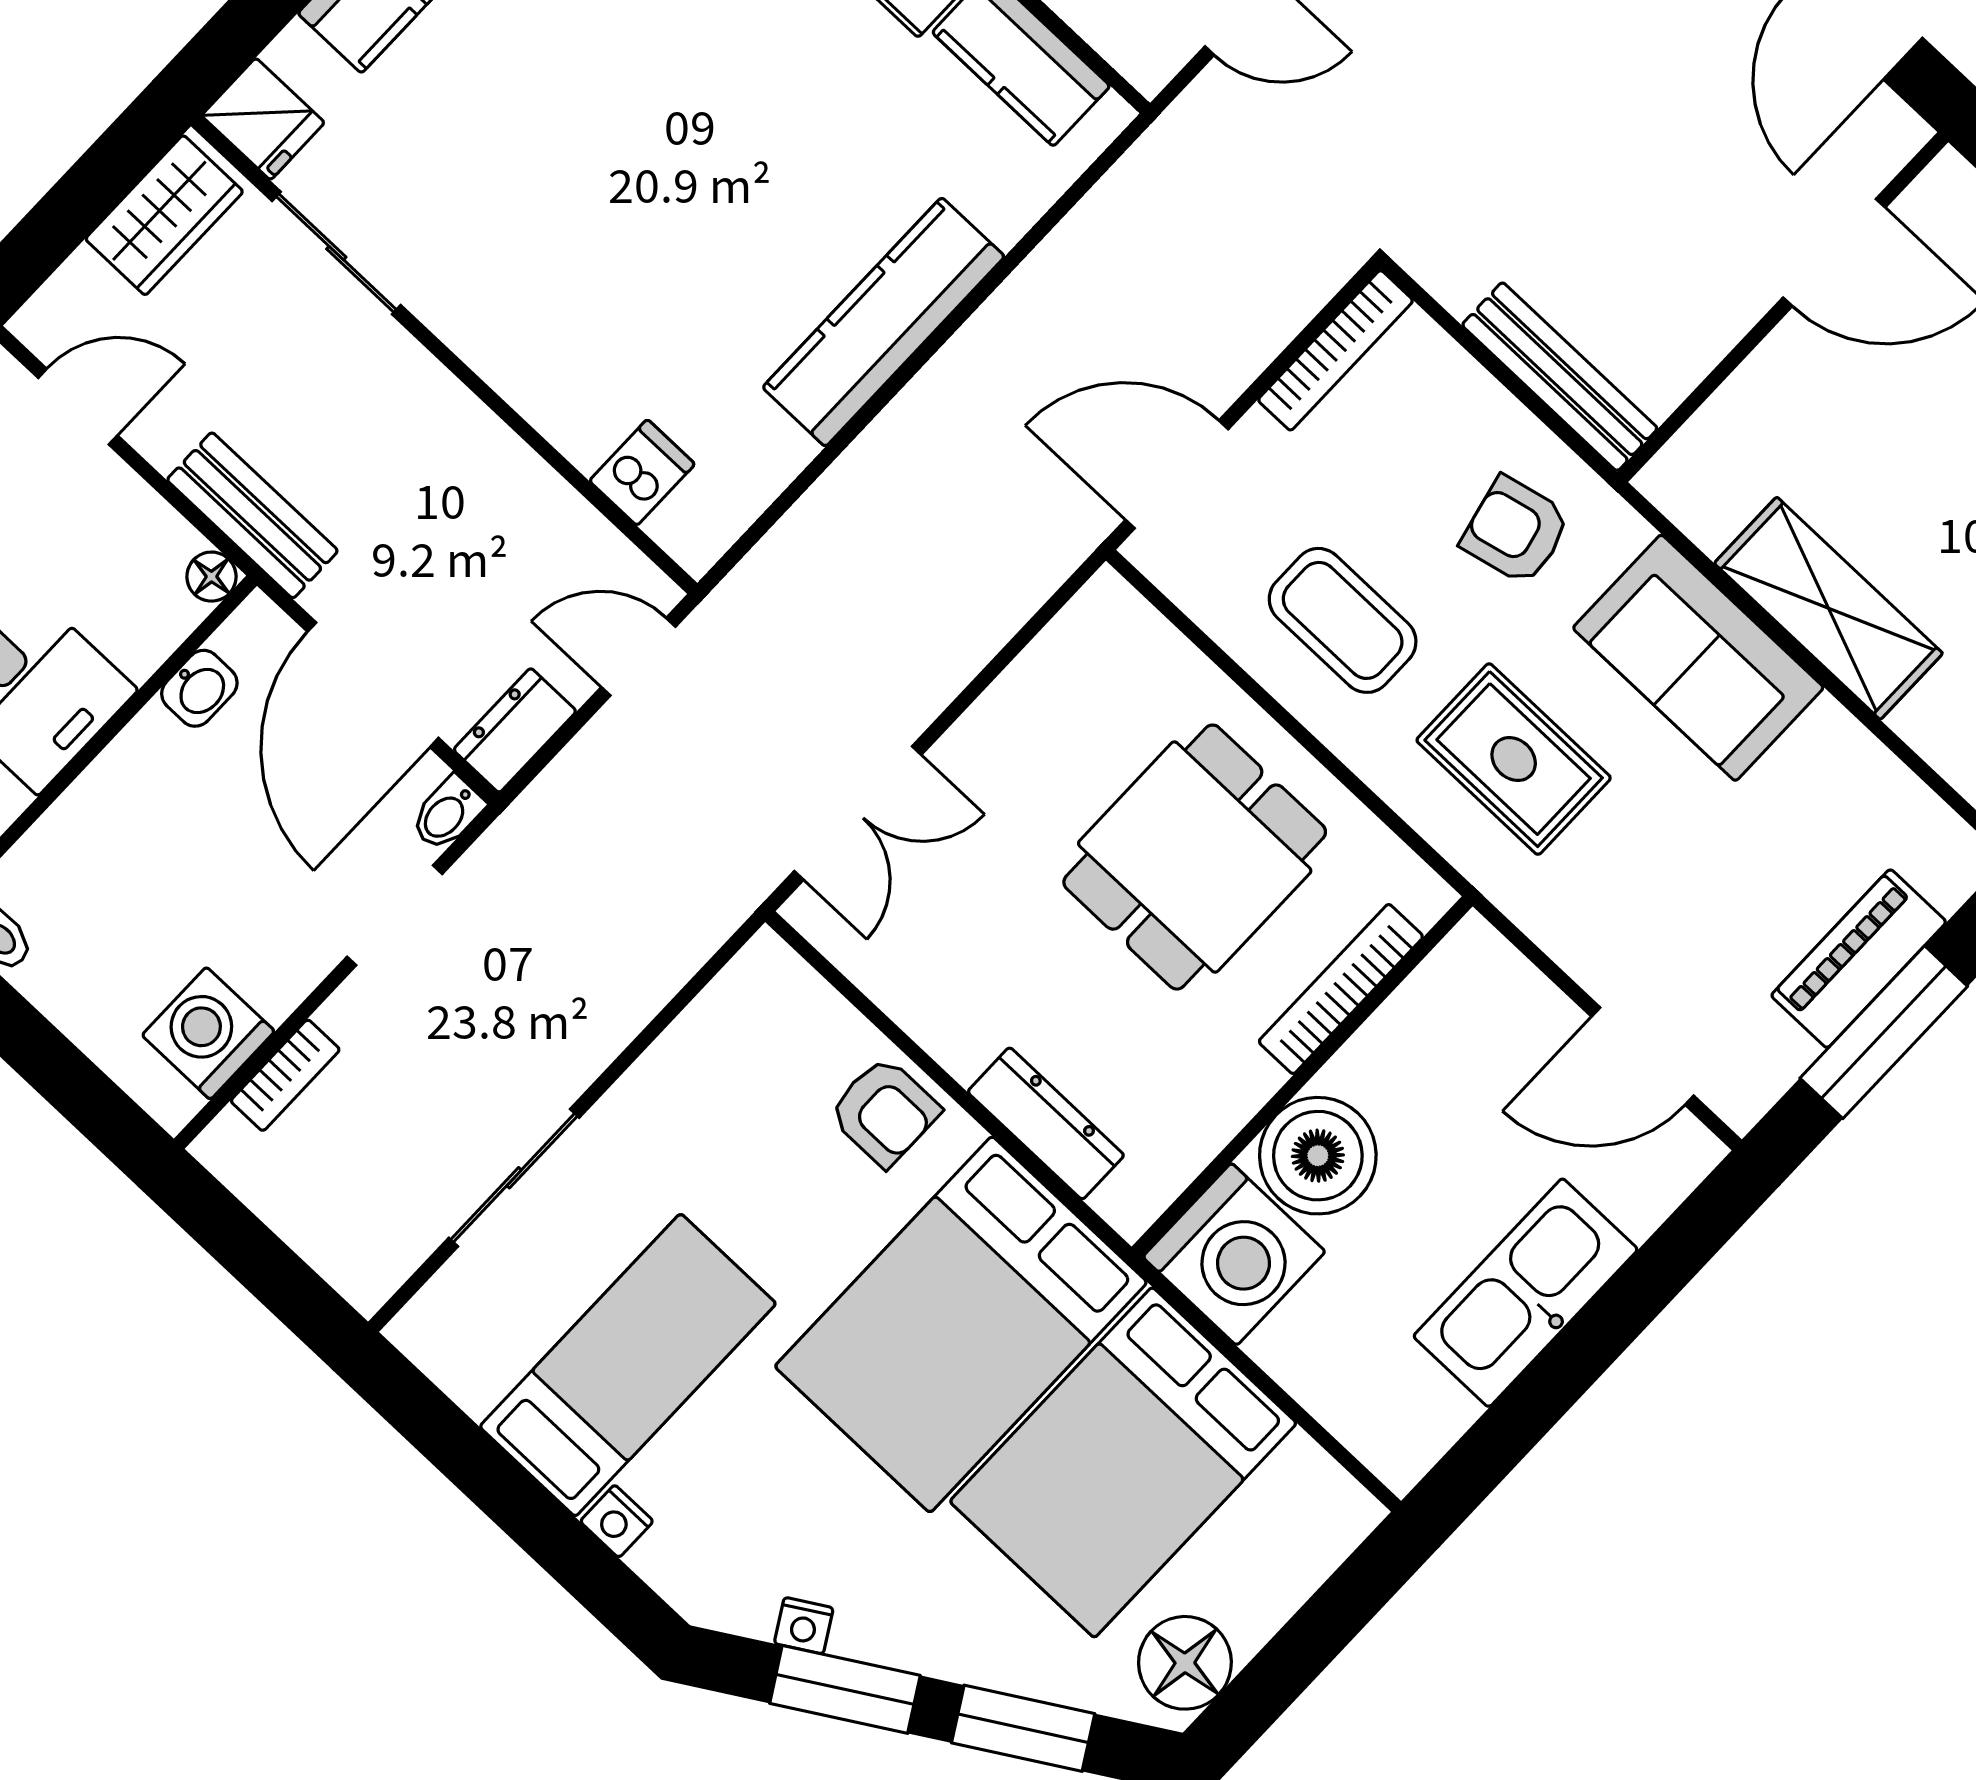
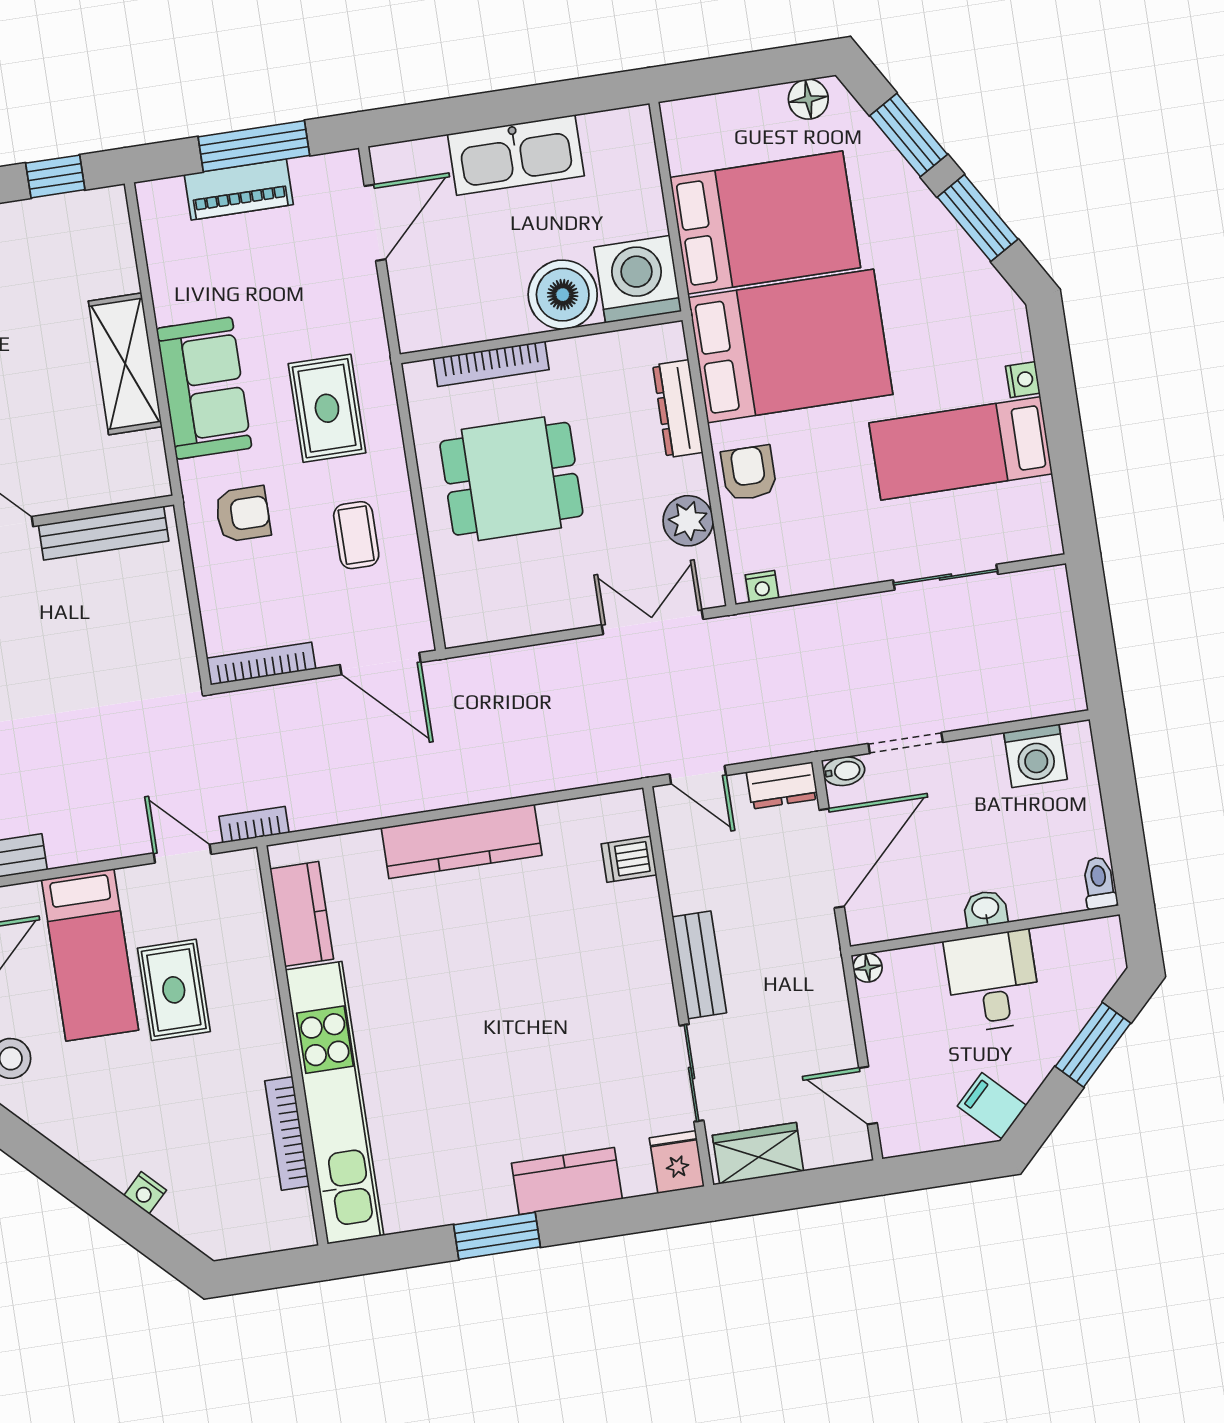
bench: (1560, 377) -> (104, 533), moved, turned 90
bench: (252, 515) -> (699, 965), moved
armchair: (1516, 531) -> (243, 514), turned -77
coffee table: (1343, 620) -> (356, 535), width x0.73, depth x0.77
washbasin: (199, 688) -> (985, 909), moved
plant: (915, 985) -> (688, 521), added
door: (1643, 1056) -> (375, 223), hinge flipped
bookcase: (285, 1075) -> (254, 825), moved
nightstand: (804, 1626) -> (762, 587), moved, turned 121
floor lamp: (1185, 1663) -> (808, 99), width x0.73, depth x0.73

